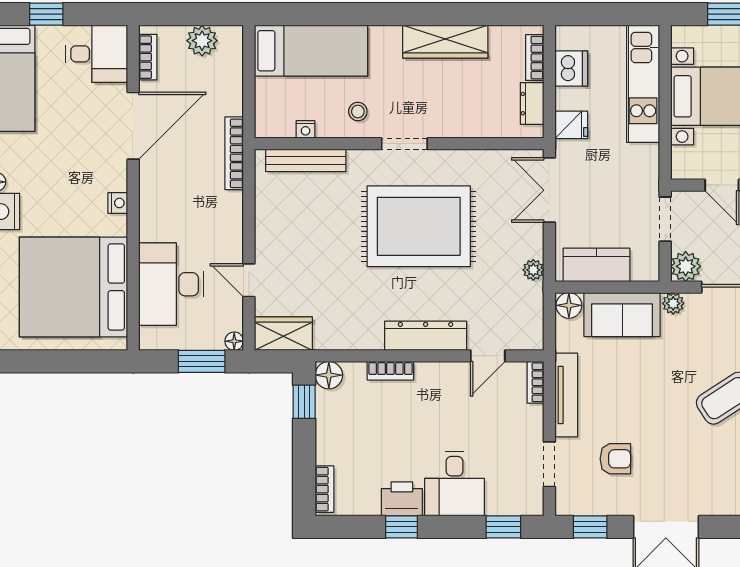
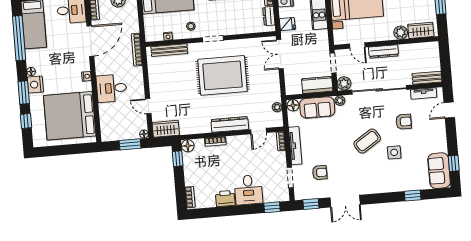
kitchen counter: (596, 265) -> (317, 85), moved
plant: (533, 270) -> (277, 107), moved
desk: (171, 284) -> (112, 88), moved, width x0.73
window: (401, 527) -> (226, 211), removed

